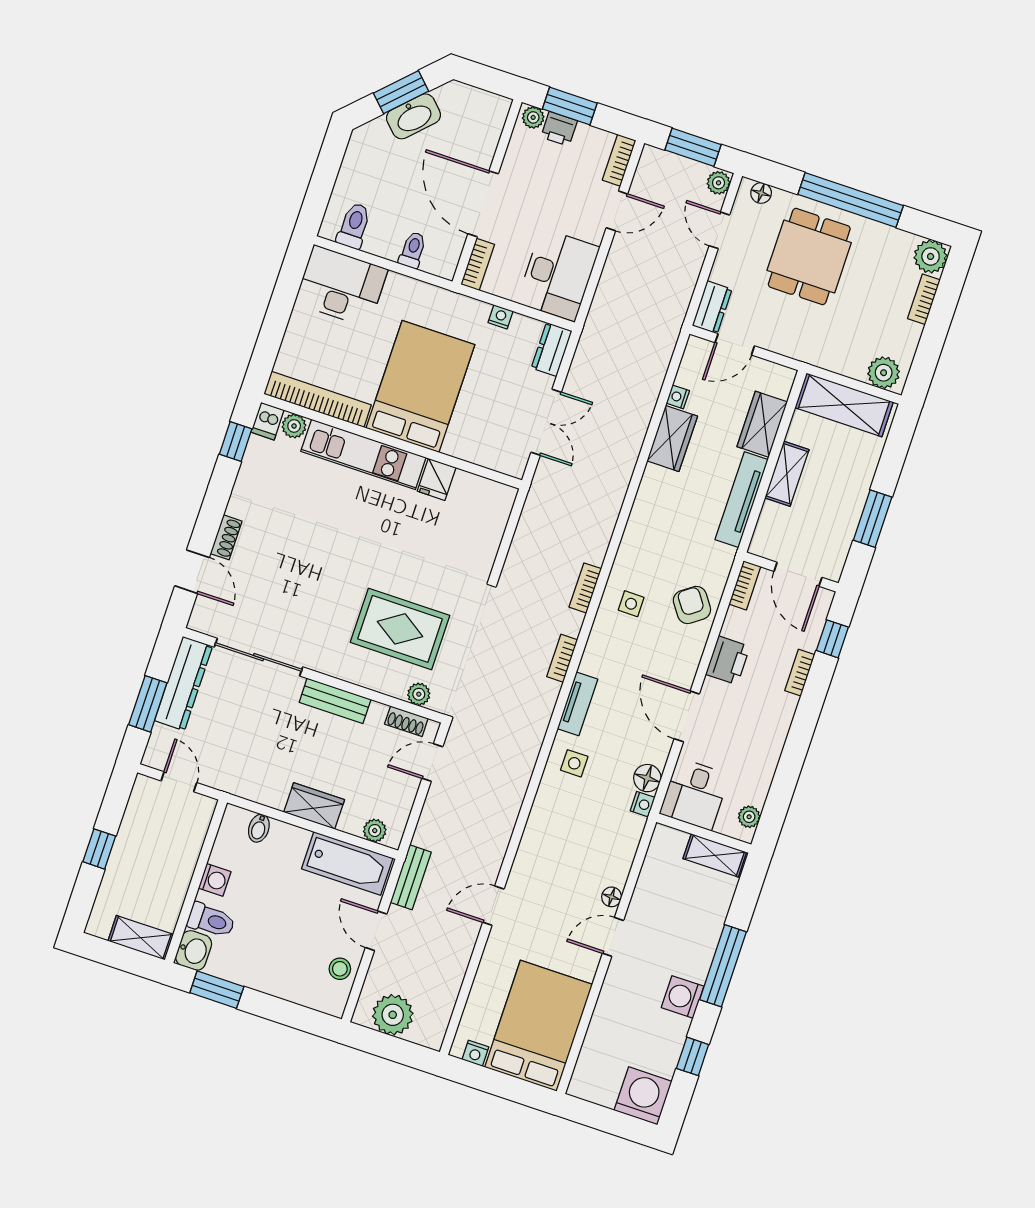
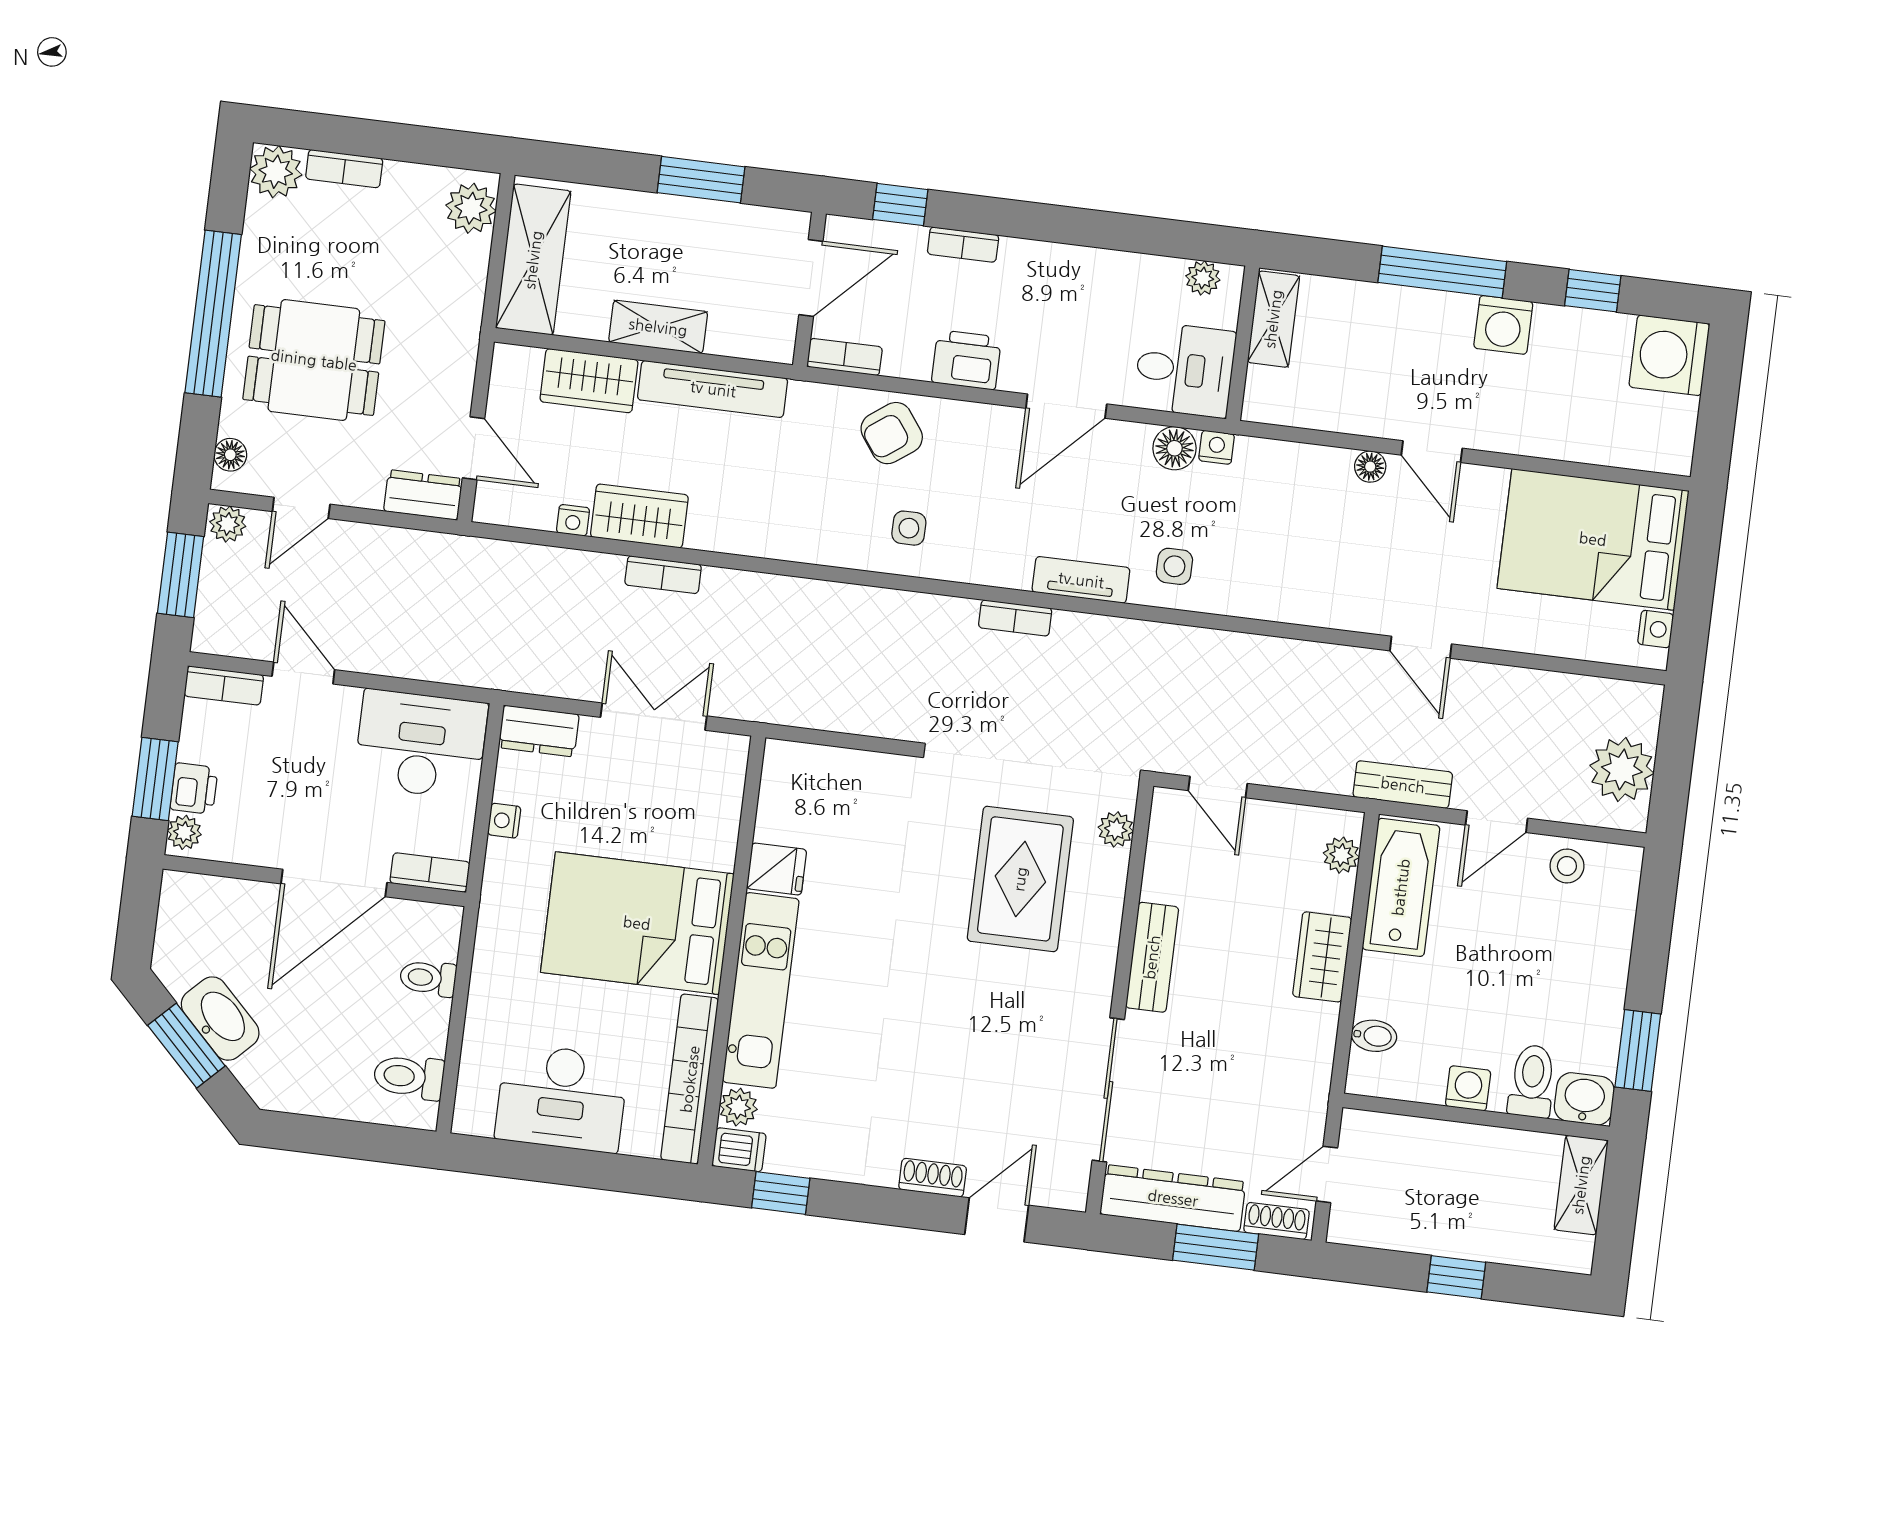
desk: (341, 286) -> (562, 1098), moved, turned -90
bookcase: (585, 588) -> (663, 575), moved
shoe rack: (406, 721) -> (1277, 1221), moved, turned -90

